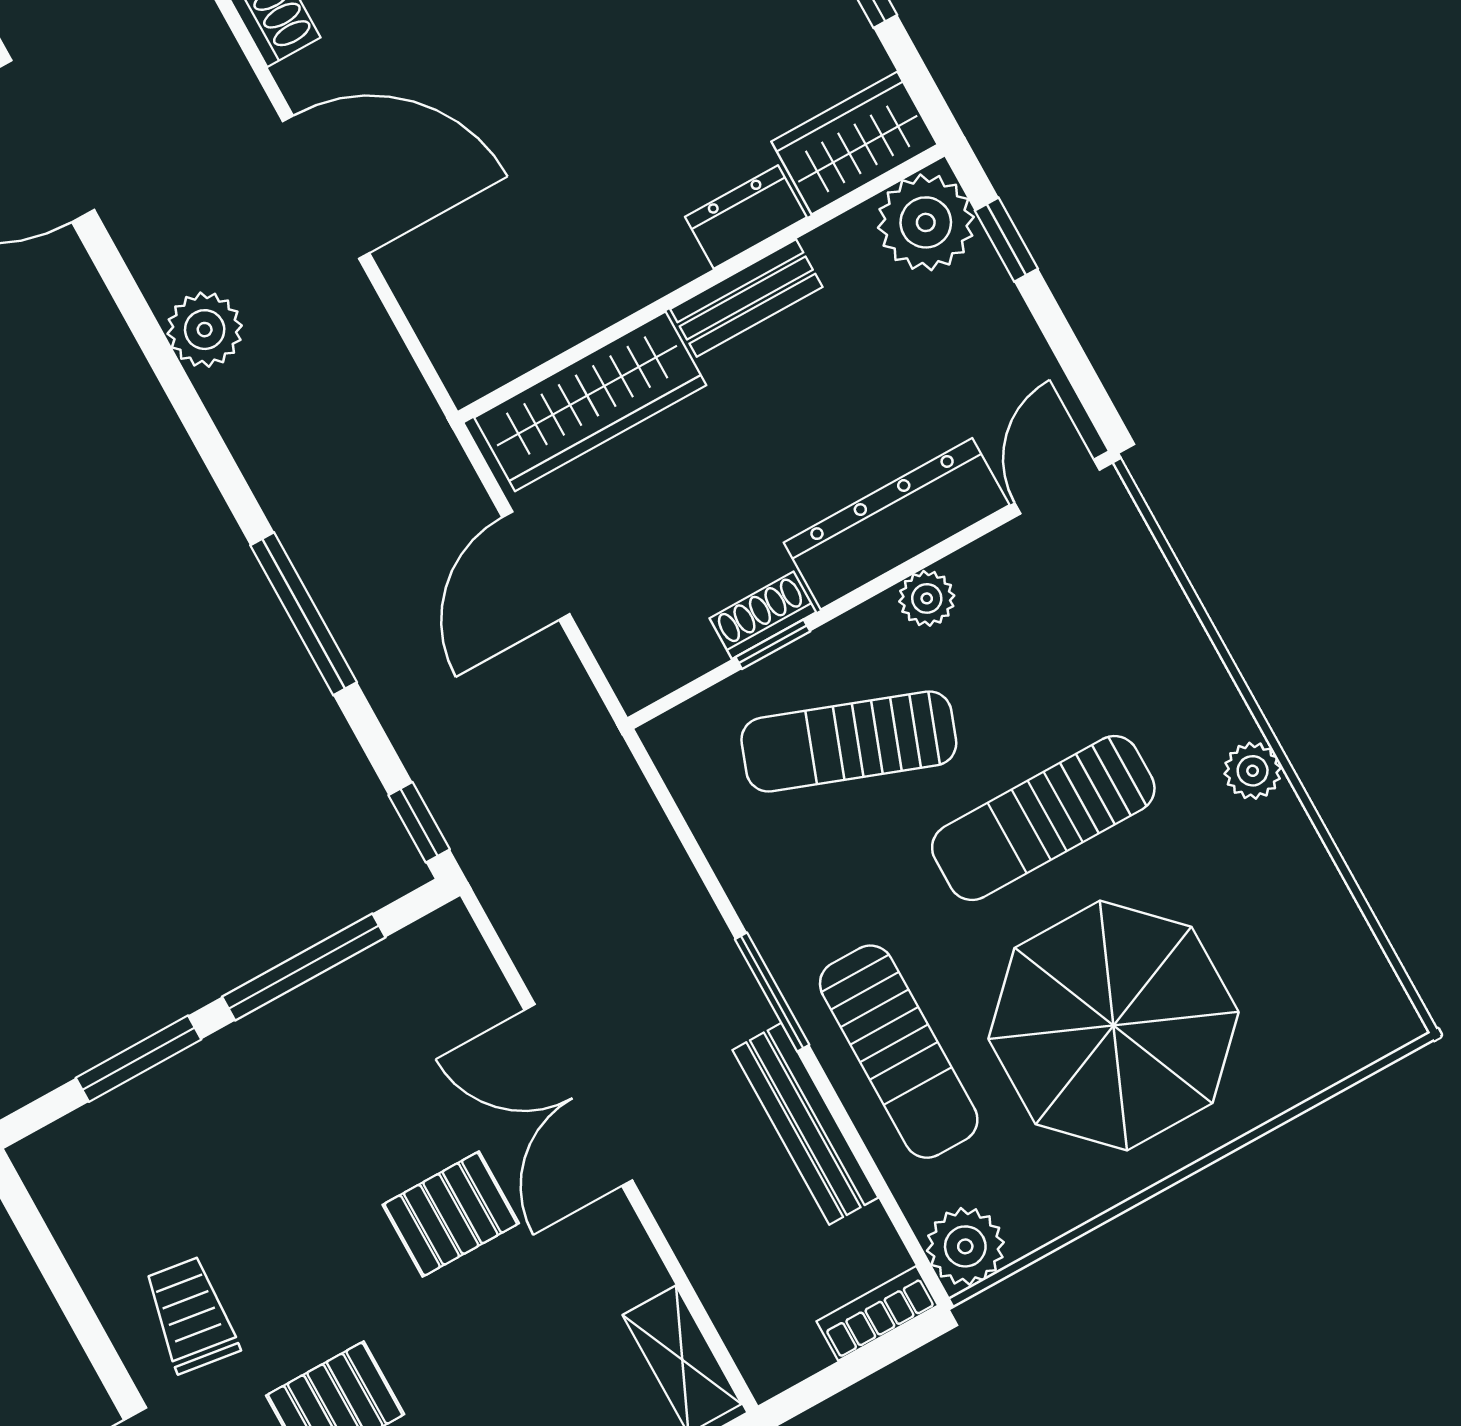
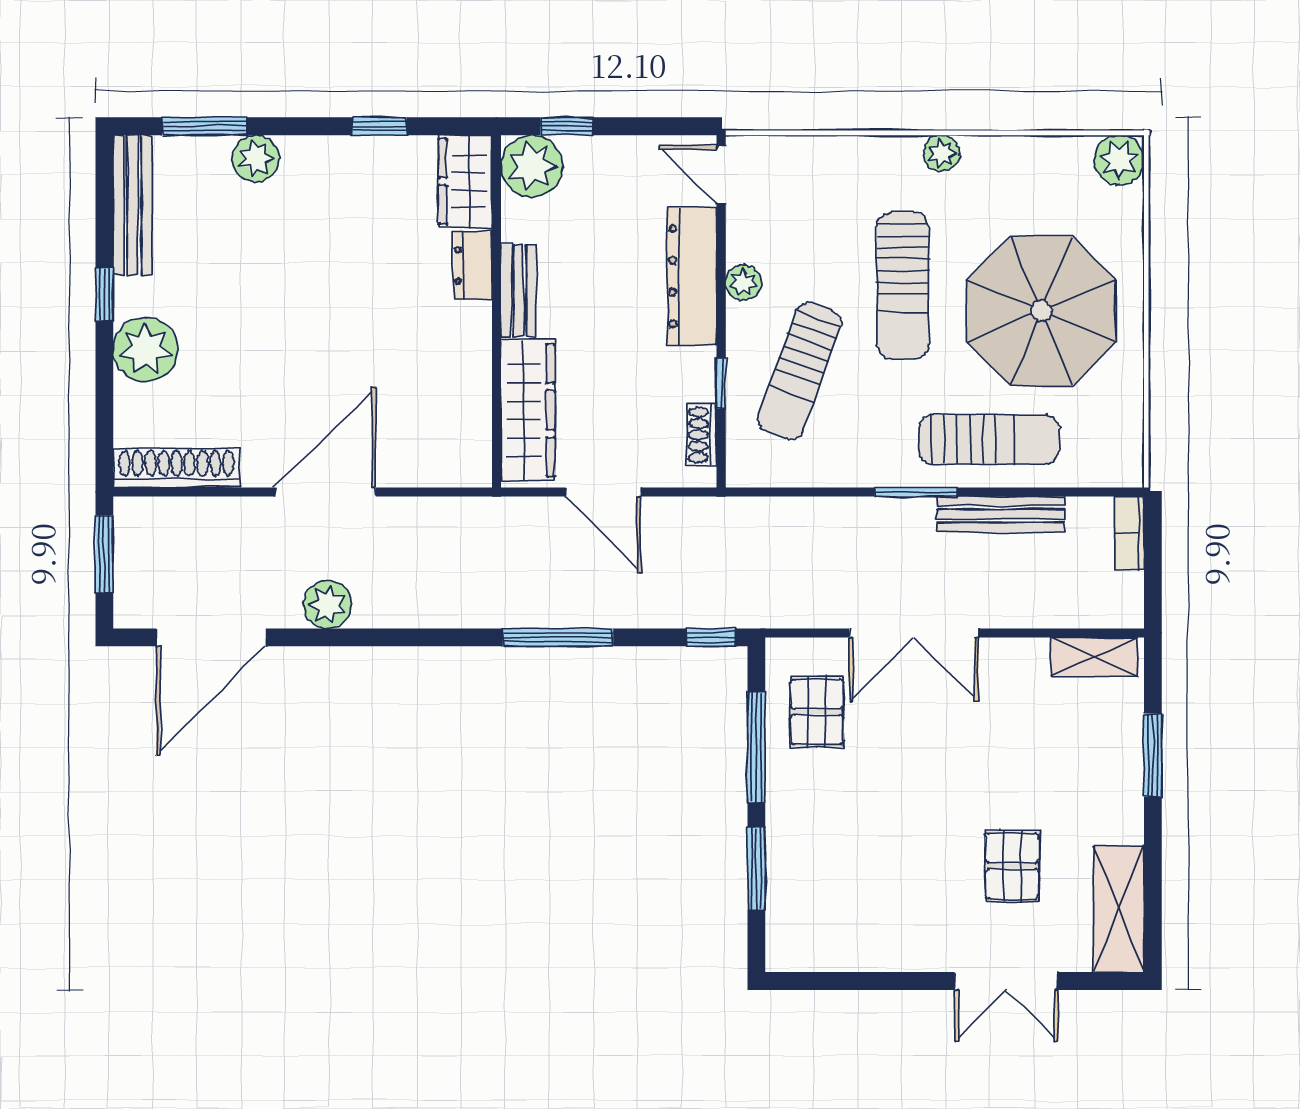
plant: (205, 330) -> (328, 604), moved
shoe rack: (763, 615) -> (702, 435), moved
pallet: (451, 1214) -> (817, 712), moved
plant: (965, 1246) -> (1119, 160), moved
trolley: (191, 1315) -> (917, 919), removed

